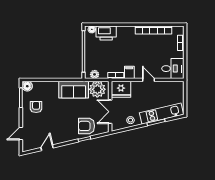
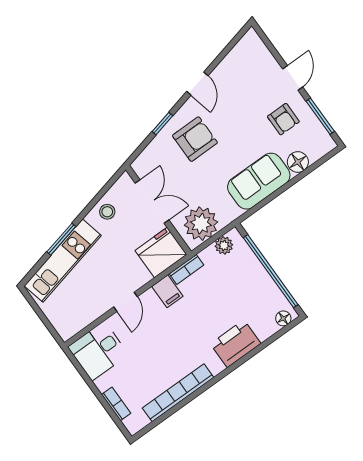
printer: (106, 33) -> (236, 344), moved
door: (149, 80) -> (126, 302), hinge flipped
floor lamp: (27, 86) -> (298, 162), moved
sofa: (74, 90) -> (259, 181), moved
armchair: (87, 126) -> (195, 139), moved
door: (21, 134) -> (293, 78), moved
door: (47, 148) -> (197, 84), moved

